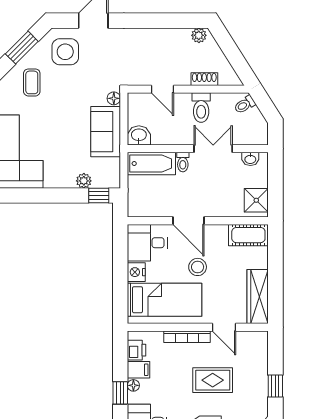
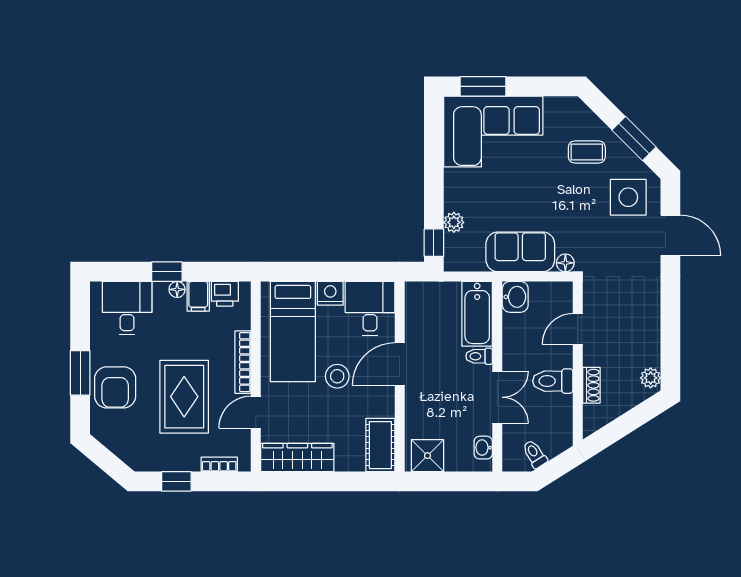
toilet: (245, 105) -> (535, 454), moved
bookcase: (263, 354) -> (219, 464), added
rug: (213, 380) -> (184, 397), width x1.36, depth x1.43

